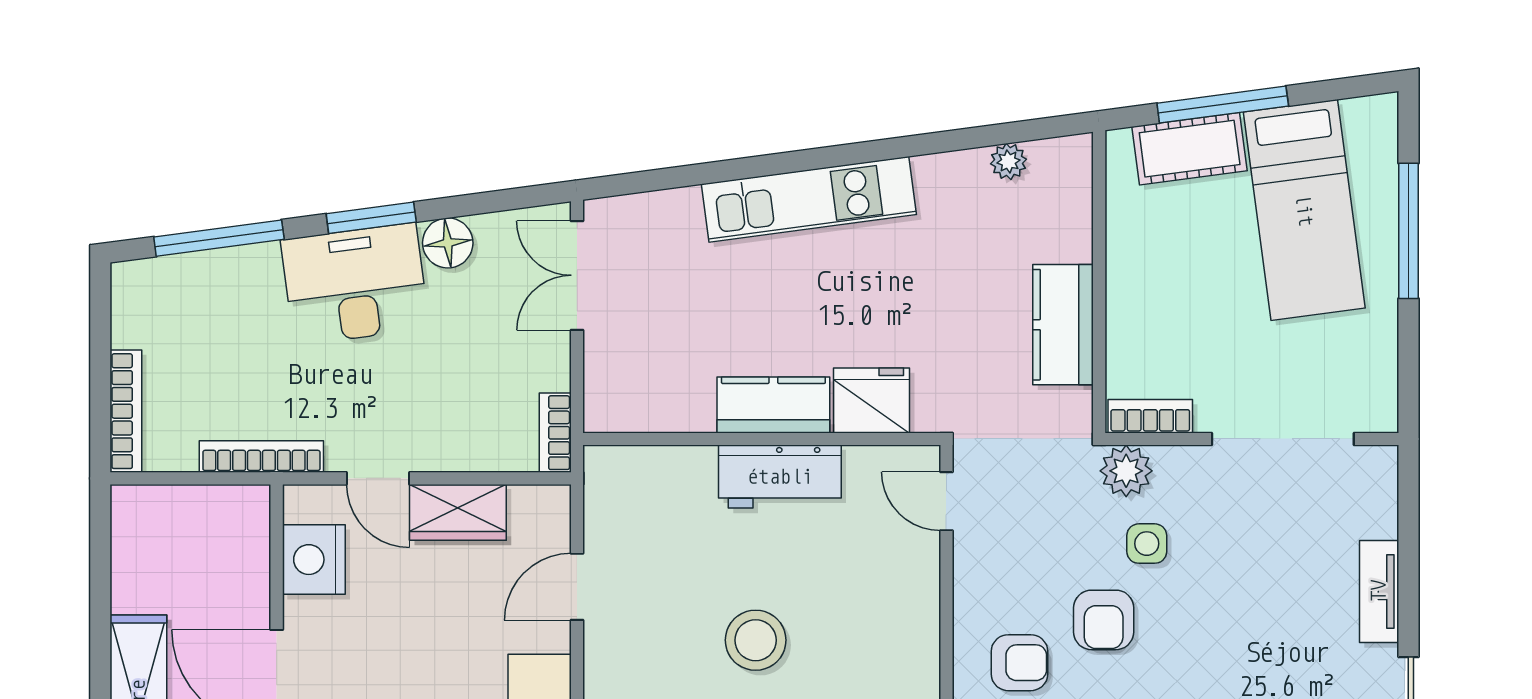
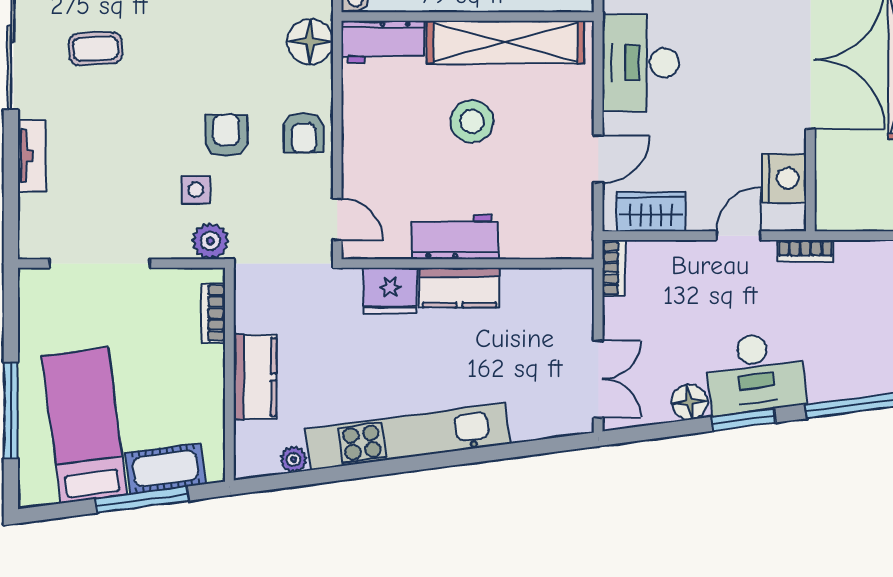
kitchen unit: (809, 199) -> (408, 436), width x1.36
kitchen counter: (1063, 325) -> (255, 377), moved
bookcase: (1150, 416) -> (213, 313), moved, turned 90
bookcase: (261, 457) -> (805, 251), width x0.64
door: (378, 478) -> (739, 236), hinge flipped
wardrobe: (458, 512) -> (651, 212), moved
armchair: (1020, 663) -> (304, 133), moved, turned -90

